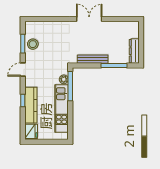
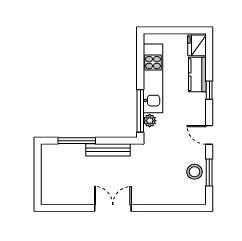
double door: (89, 19) -> (113, 208), swing flipped
dresser: (134, 51) -> (48, 162), removed
door: (23, 70) -> (209, 135), swing flipped
kitchen counter: (31, 105) -> (197, 75), width x0.67

